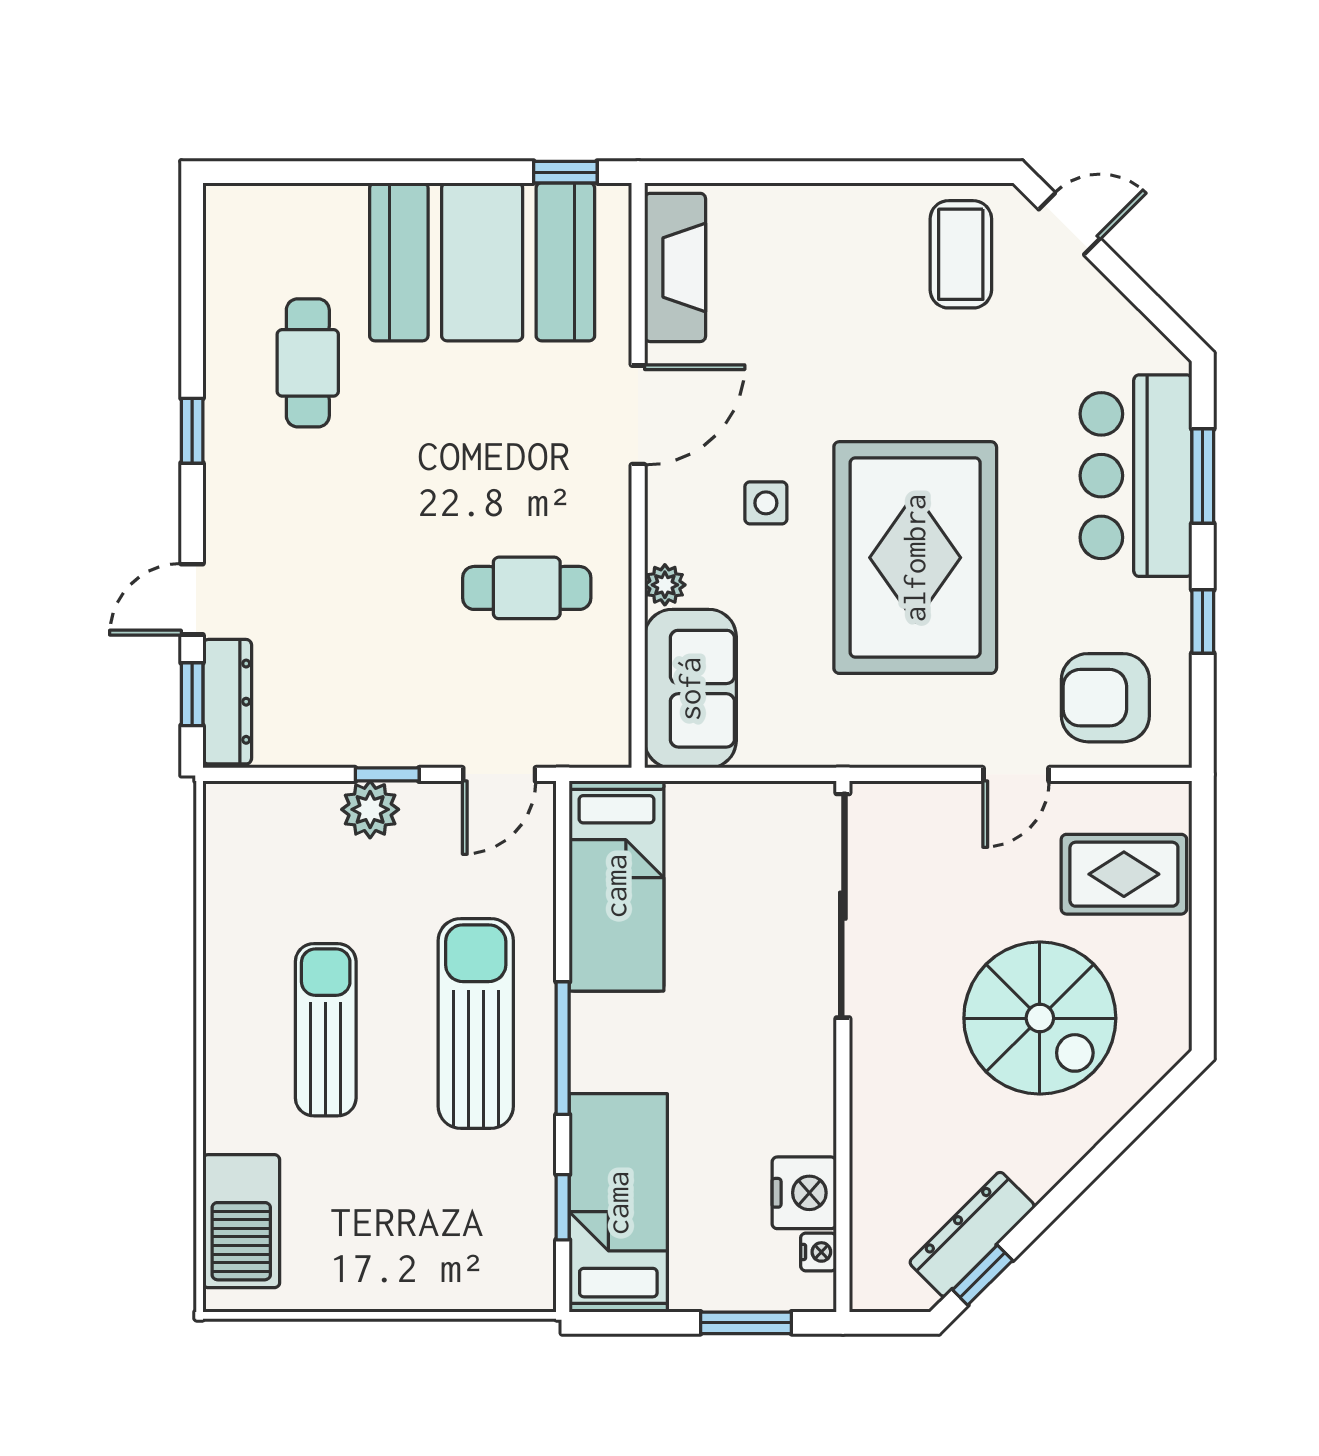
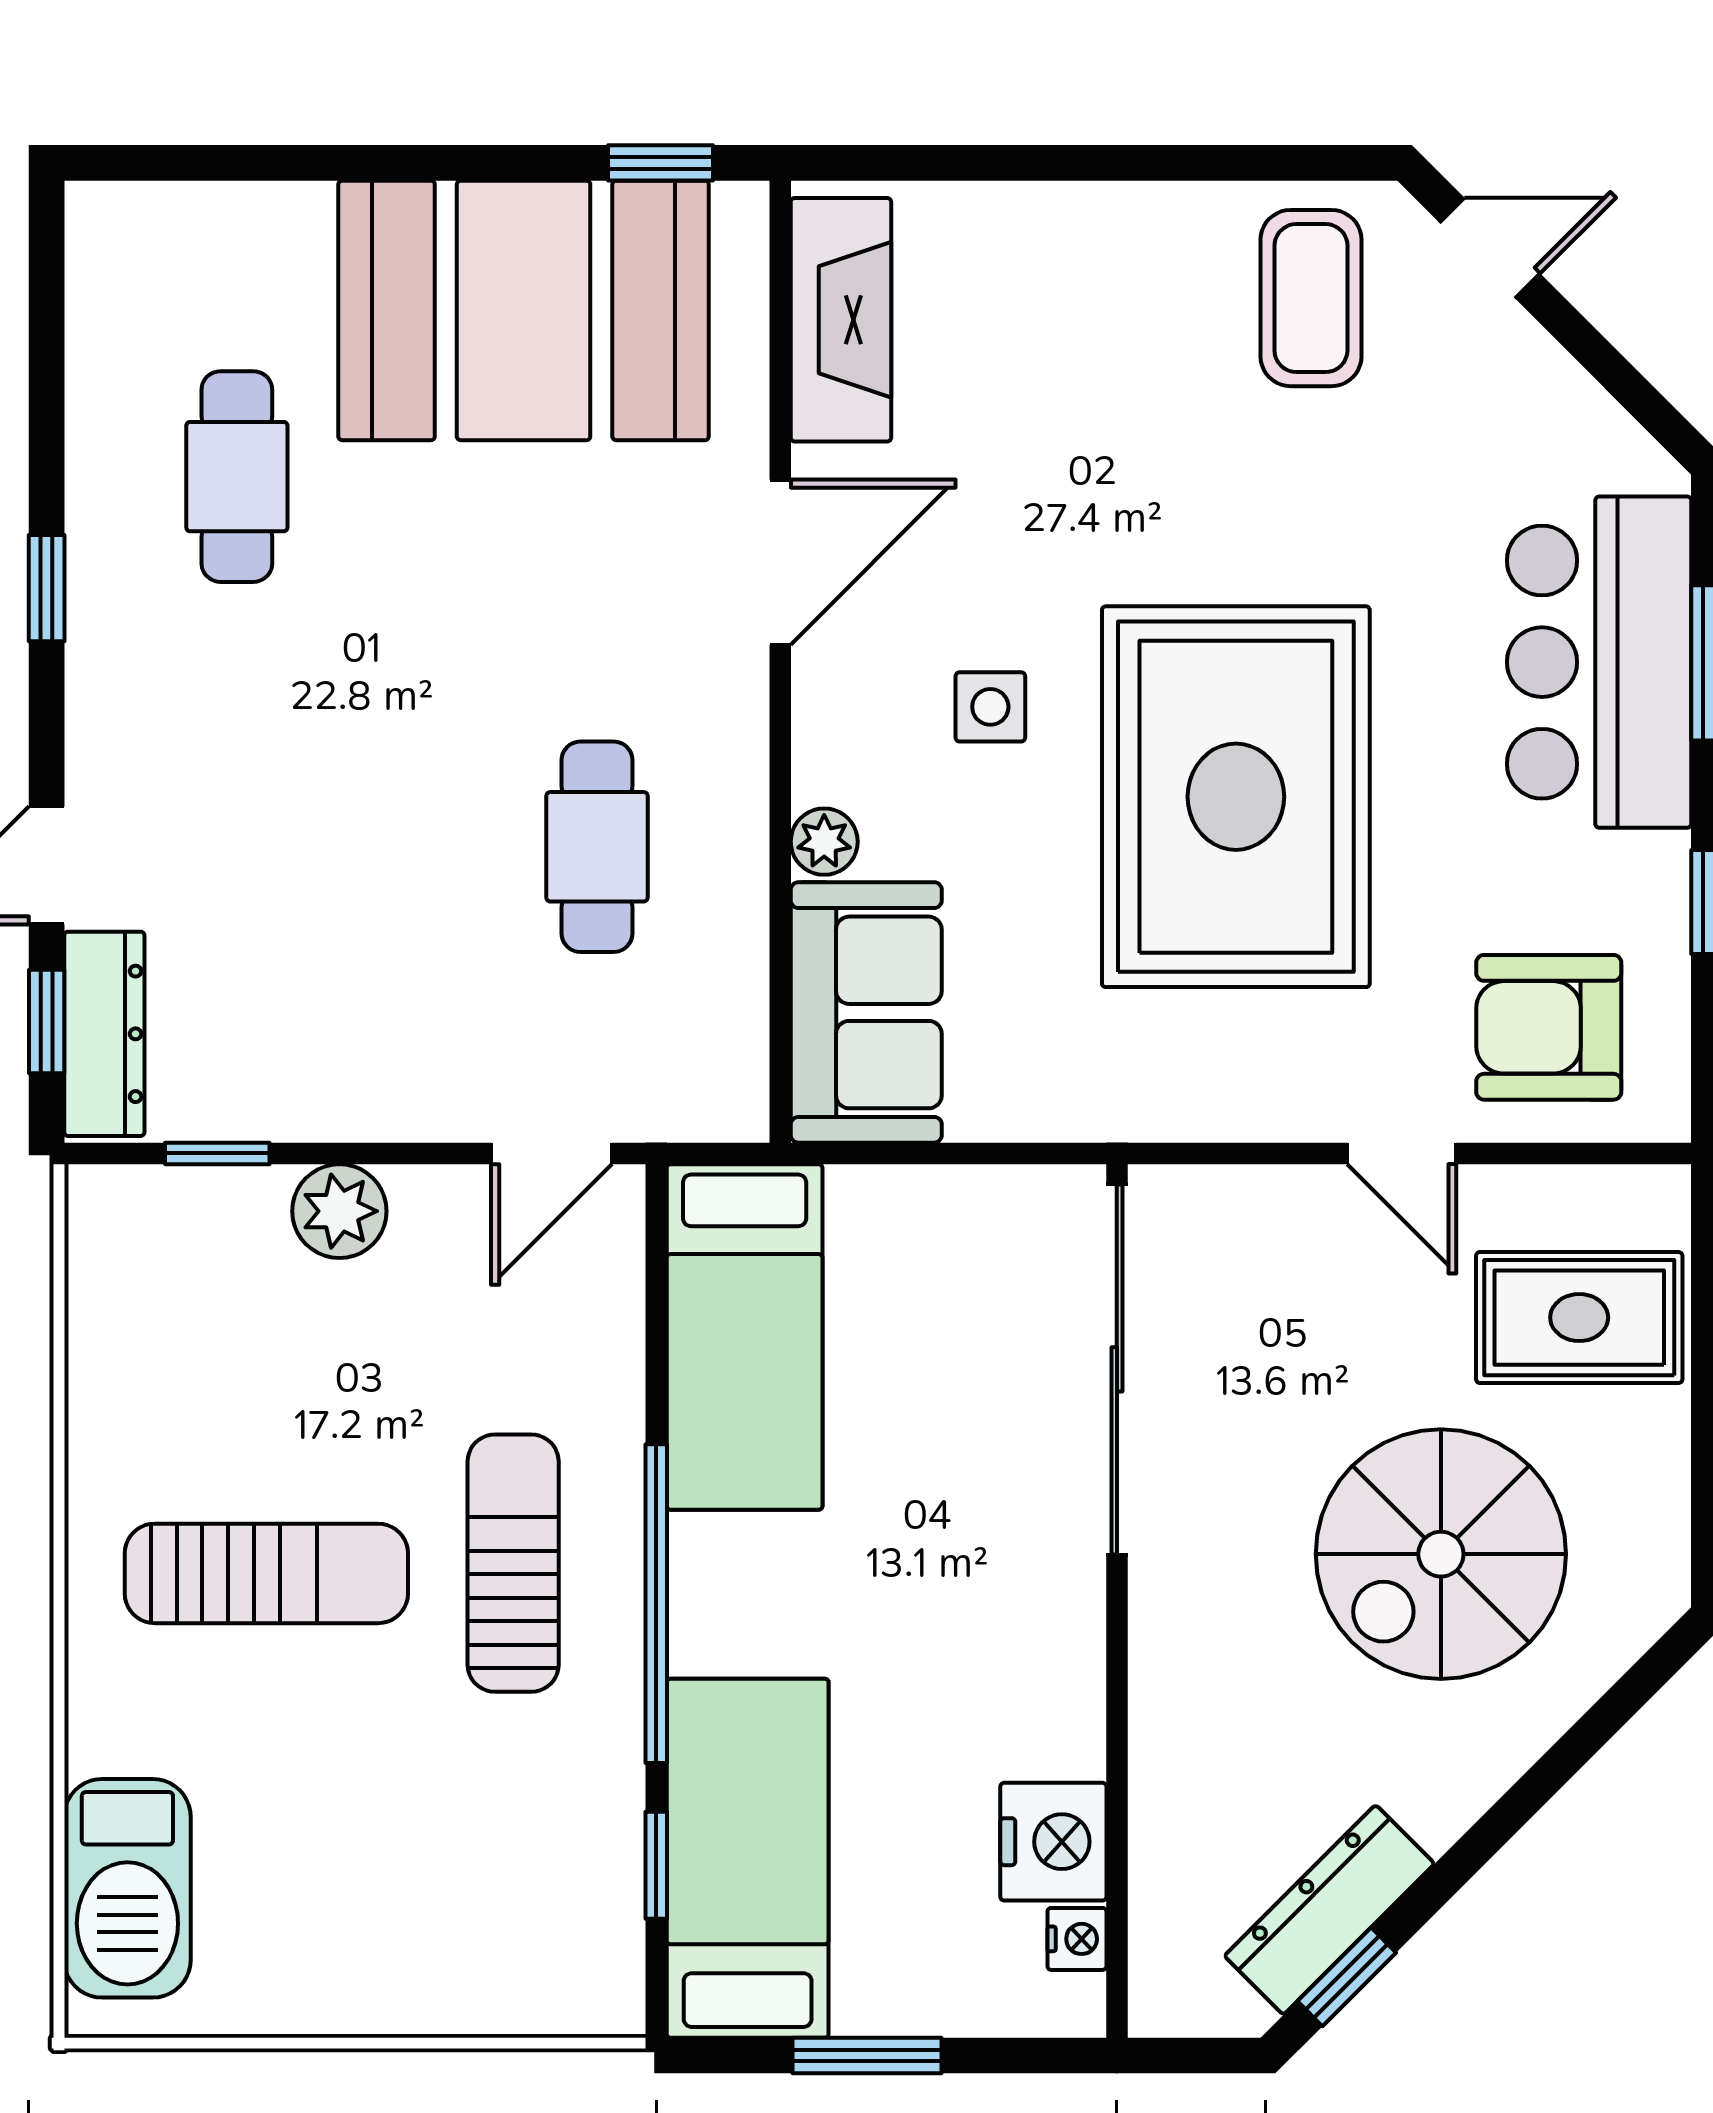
cafe table: (527, 588) -> (597, 847), turned 90
window: (387, 774) -> (217, 1153), moved
door: (1016, 774) -> (1402, 1153), hinge flipped
spiral stairs: (1040, 1018) -> (1441, 1554), turned 90
sun lounger: (476, 1023) -> (513, 1563), width x0.73, depth x0.75
sun lounger: (326, 1030) -> (266, 1573), turned 90
window: (563, 1048) -> (656, 1604), width x1.46
window: (746, 1323) -> (867, 2055), moved

